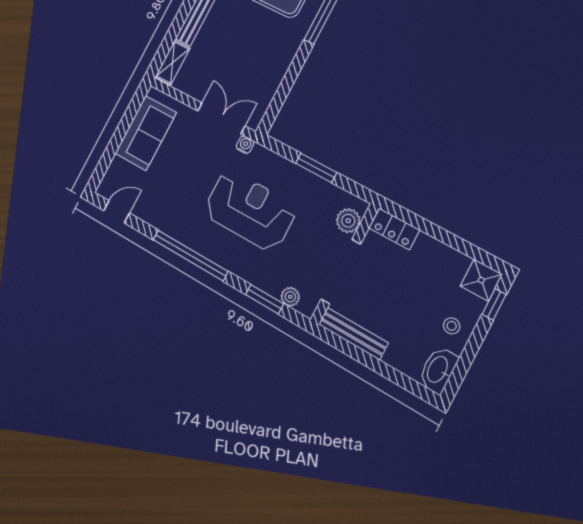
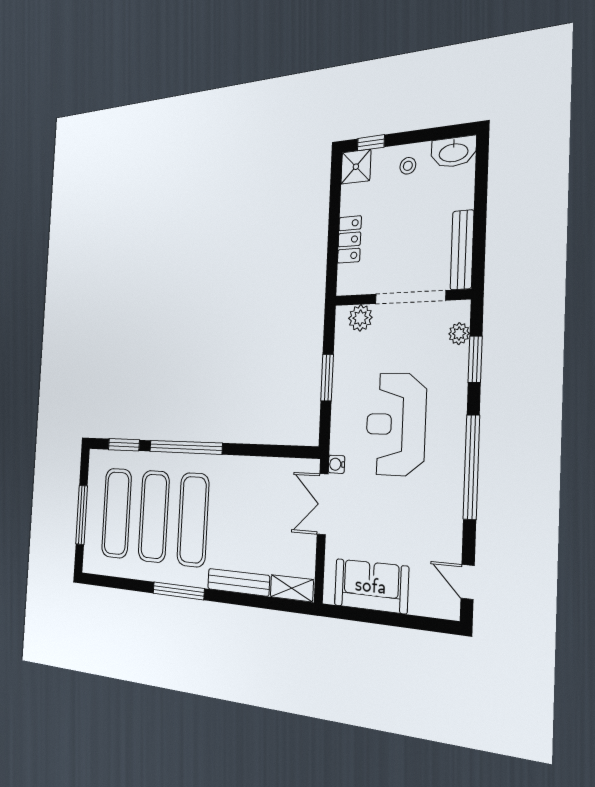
locker: (394, 229) -> (349, 239), moved

